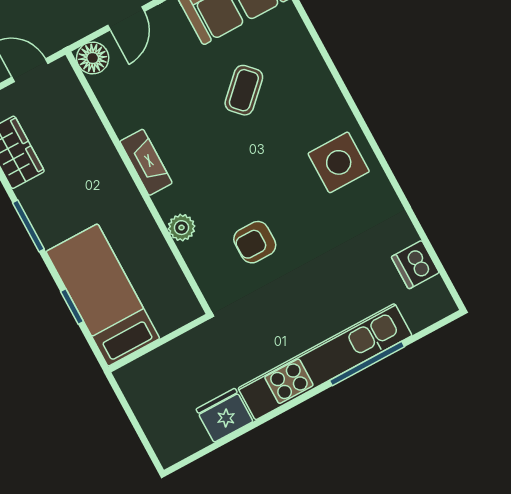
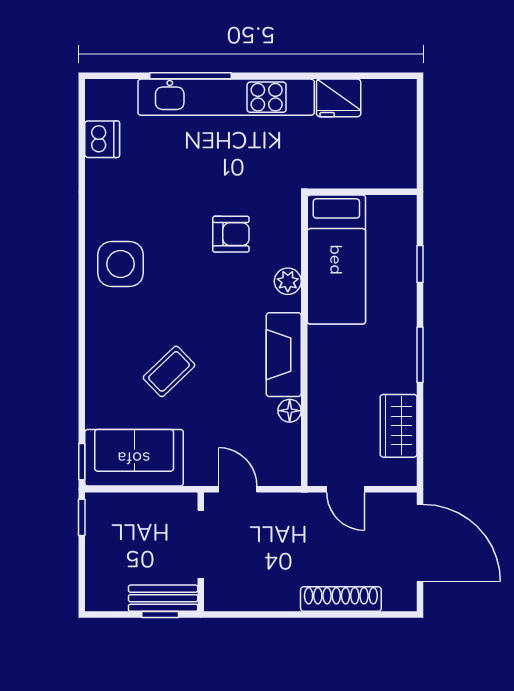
door: (126, 18) -> (238, 489), hinge flipped
floor lamp: (93, 58) -> (290, 411), moved, width x0.73, depth x0.73
fireplace: (146, 162) -> (284, 355), width x1.37, depth x1.32
bed: (103, 295) -> (336, 260), moved

